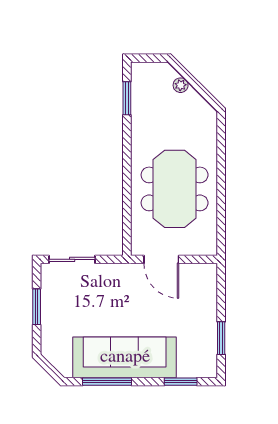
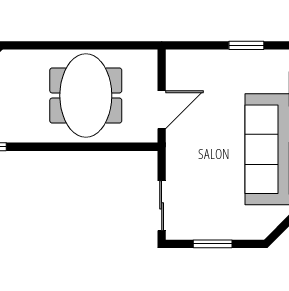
meeting table: (175, 189) -> (86, 96), turned 90

